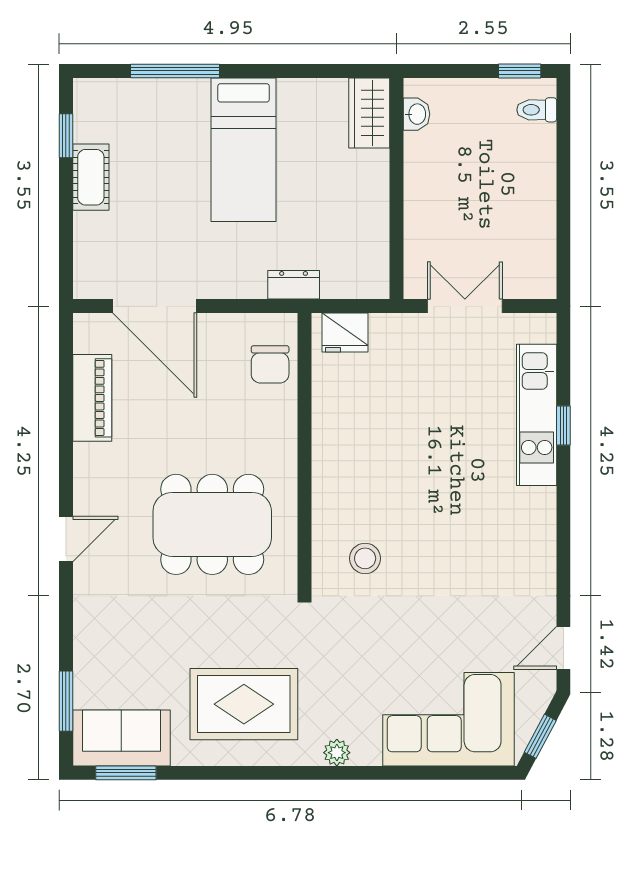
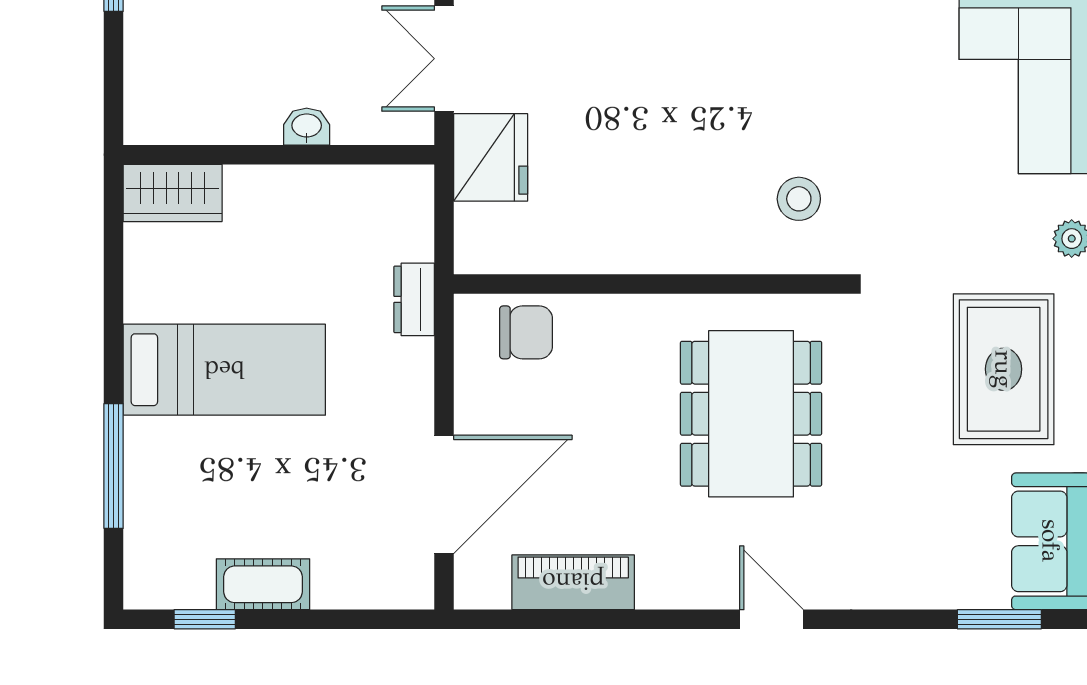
washbasin: (416, 114) -> (307, 127), moved
fridge: (345, 333) -> (491, 157), moved, width x1.36, depth x1.34

